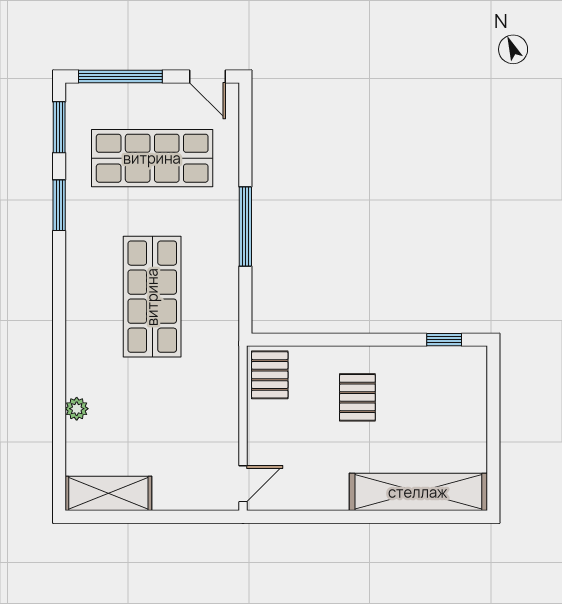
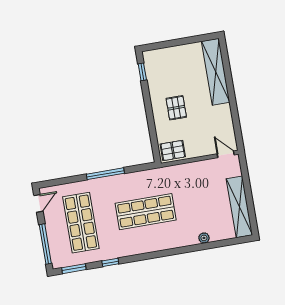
window: (59, 205) -> (110, 262), width x0.67
pallet: (357, 397) -> (176, 108), turned 90
shelving: (108, 493) -> (239, 207), width x1.47

